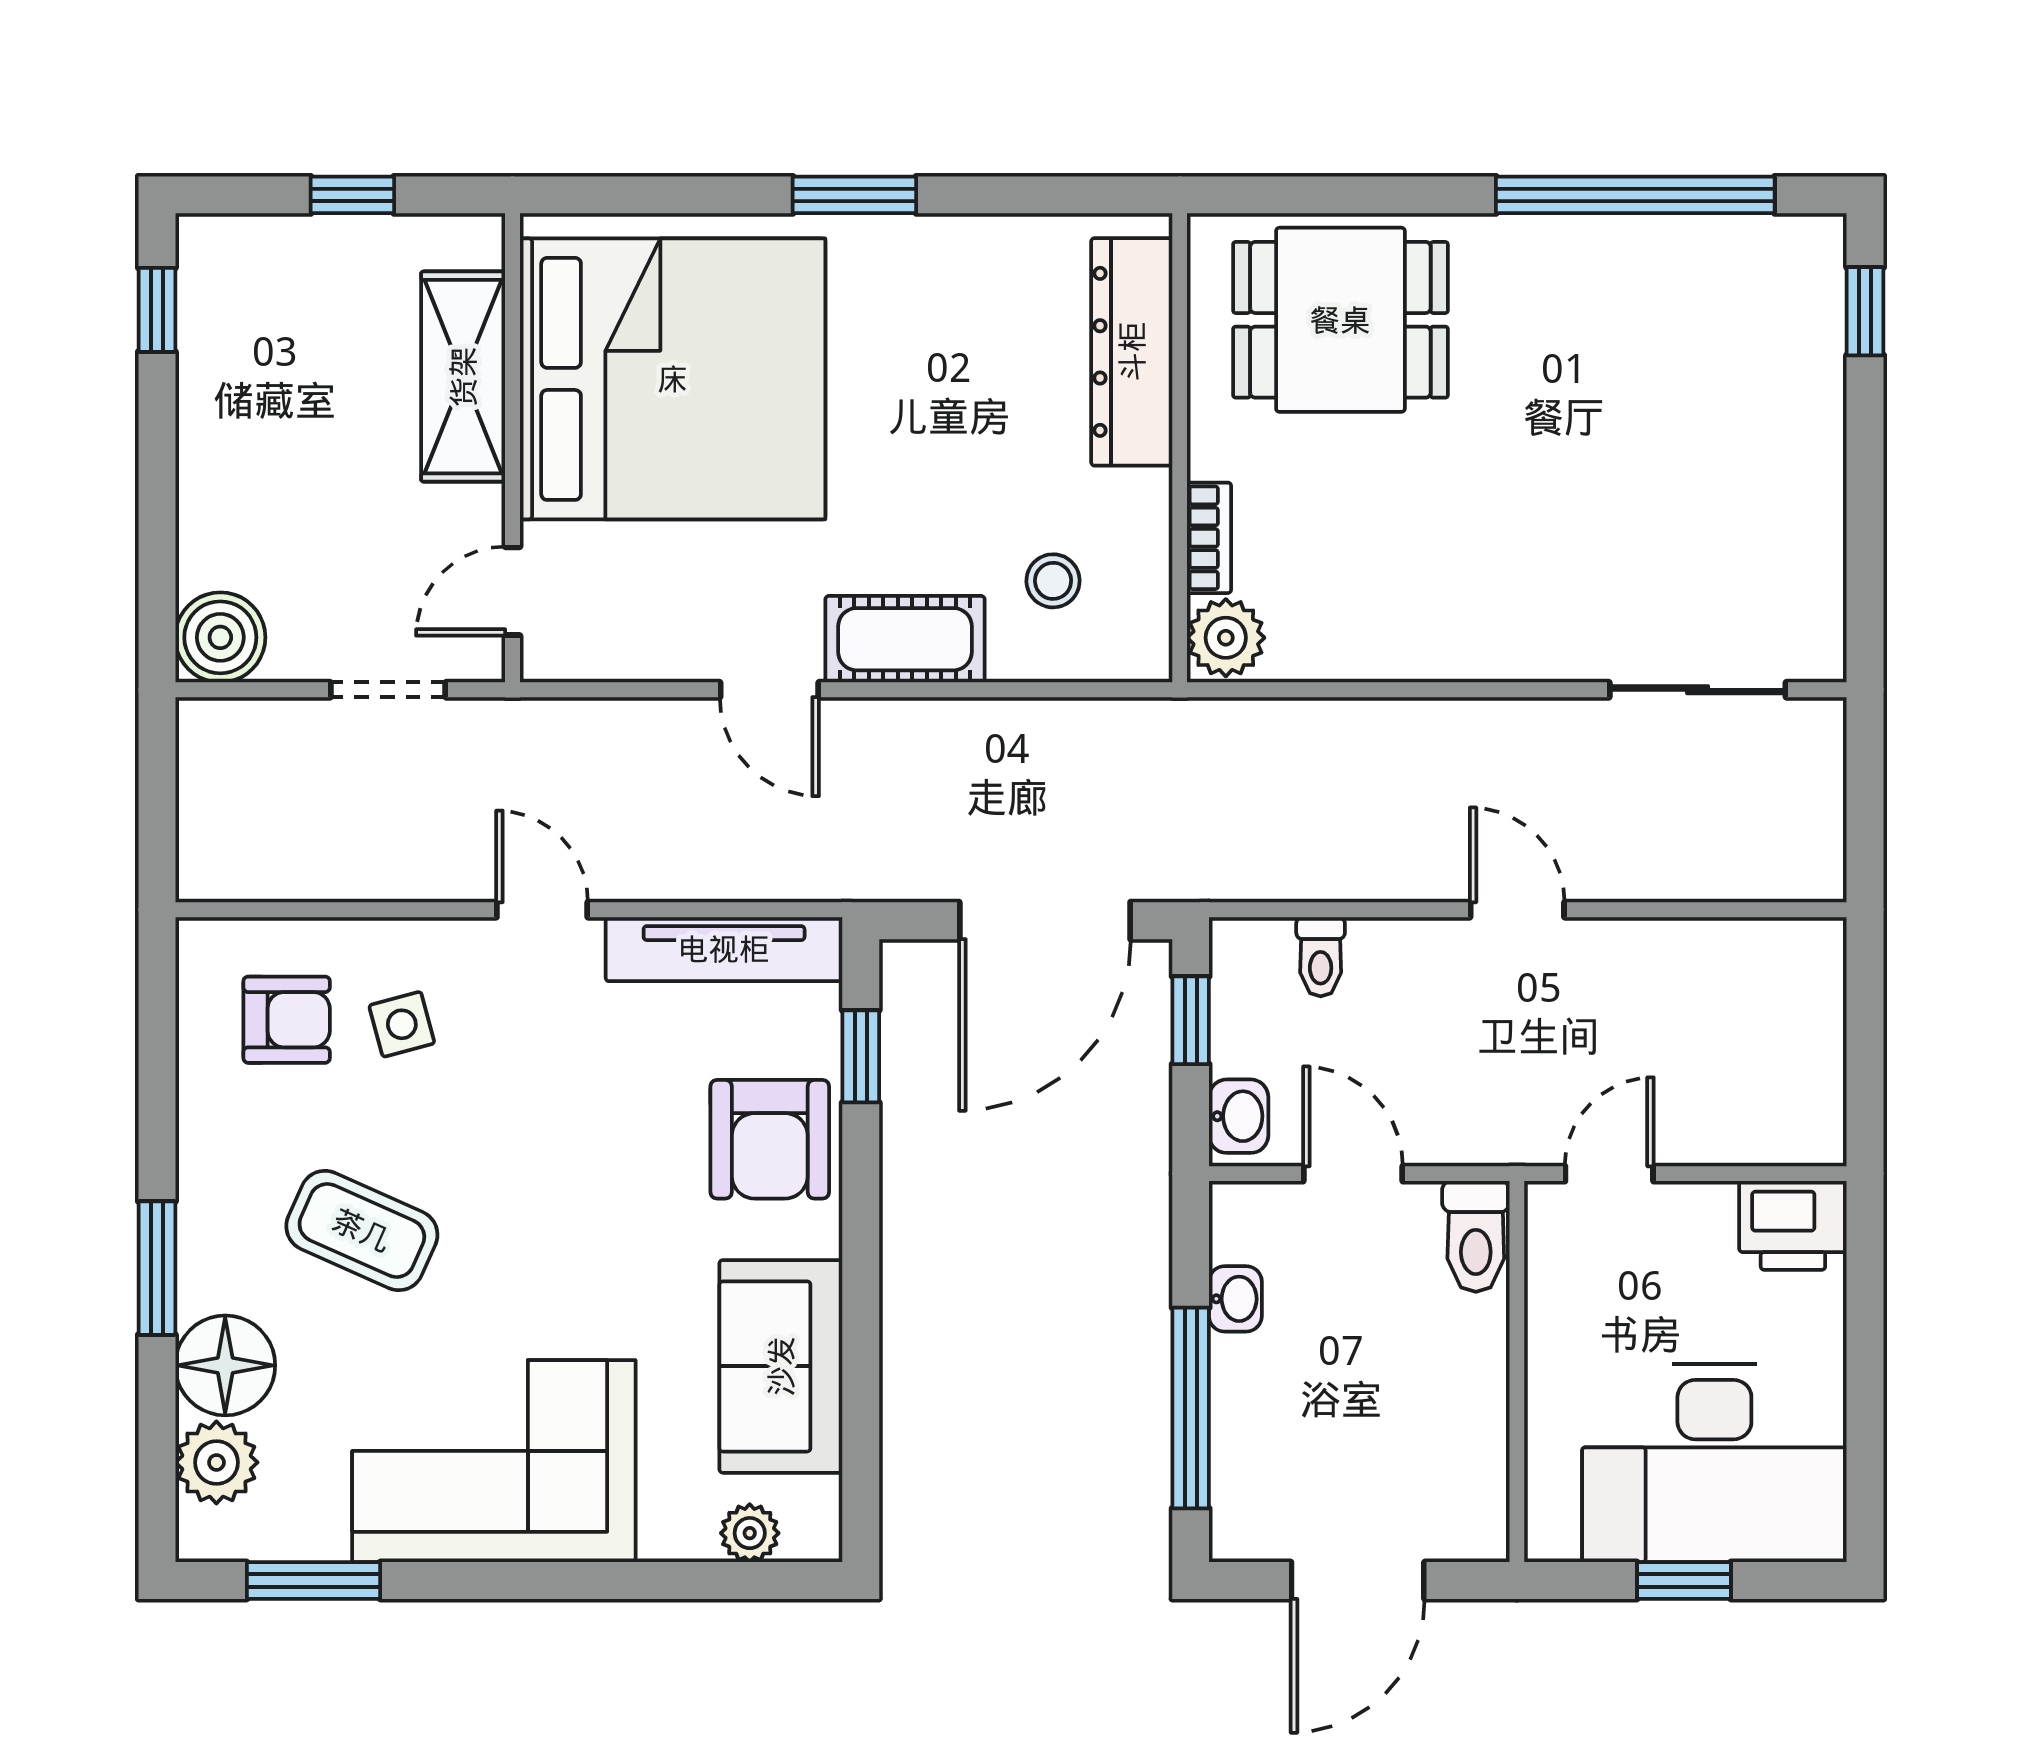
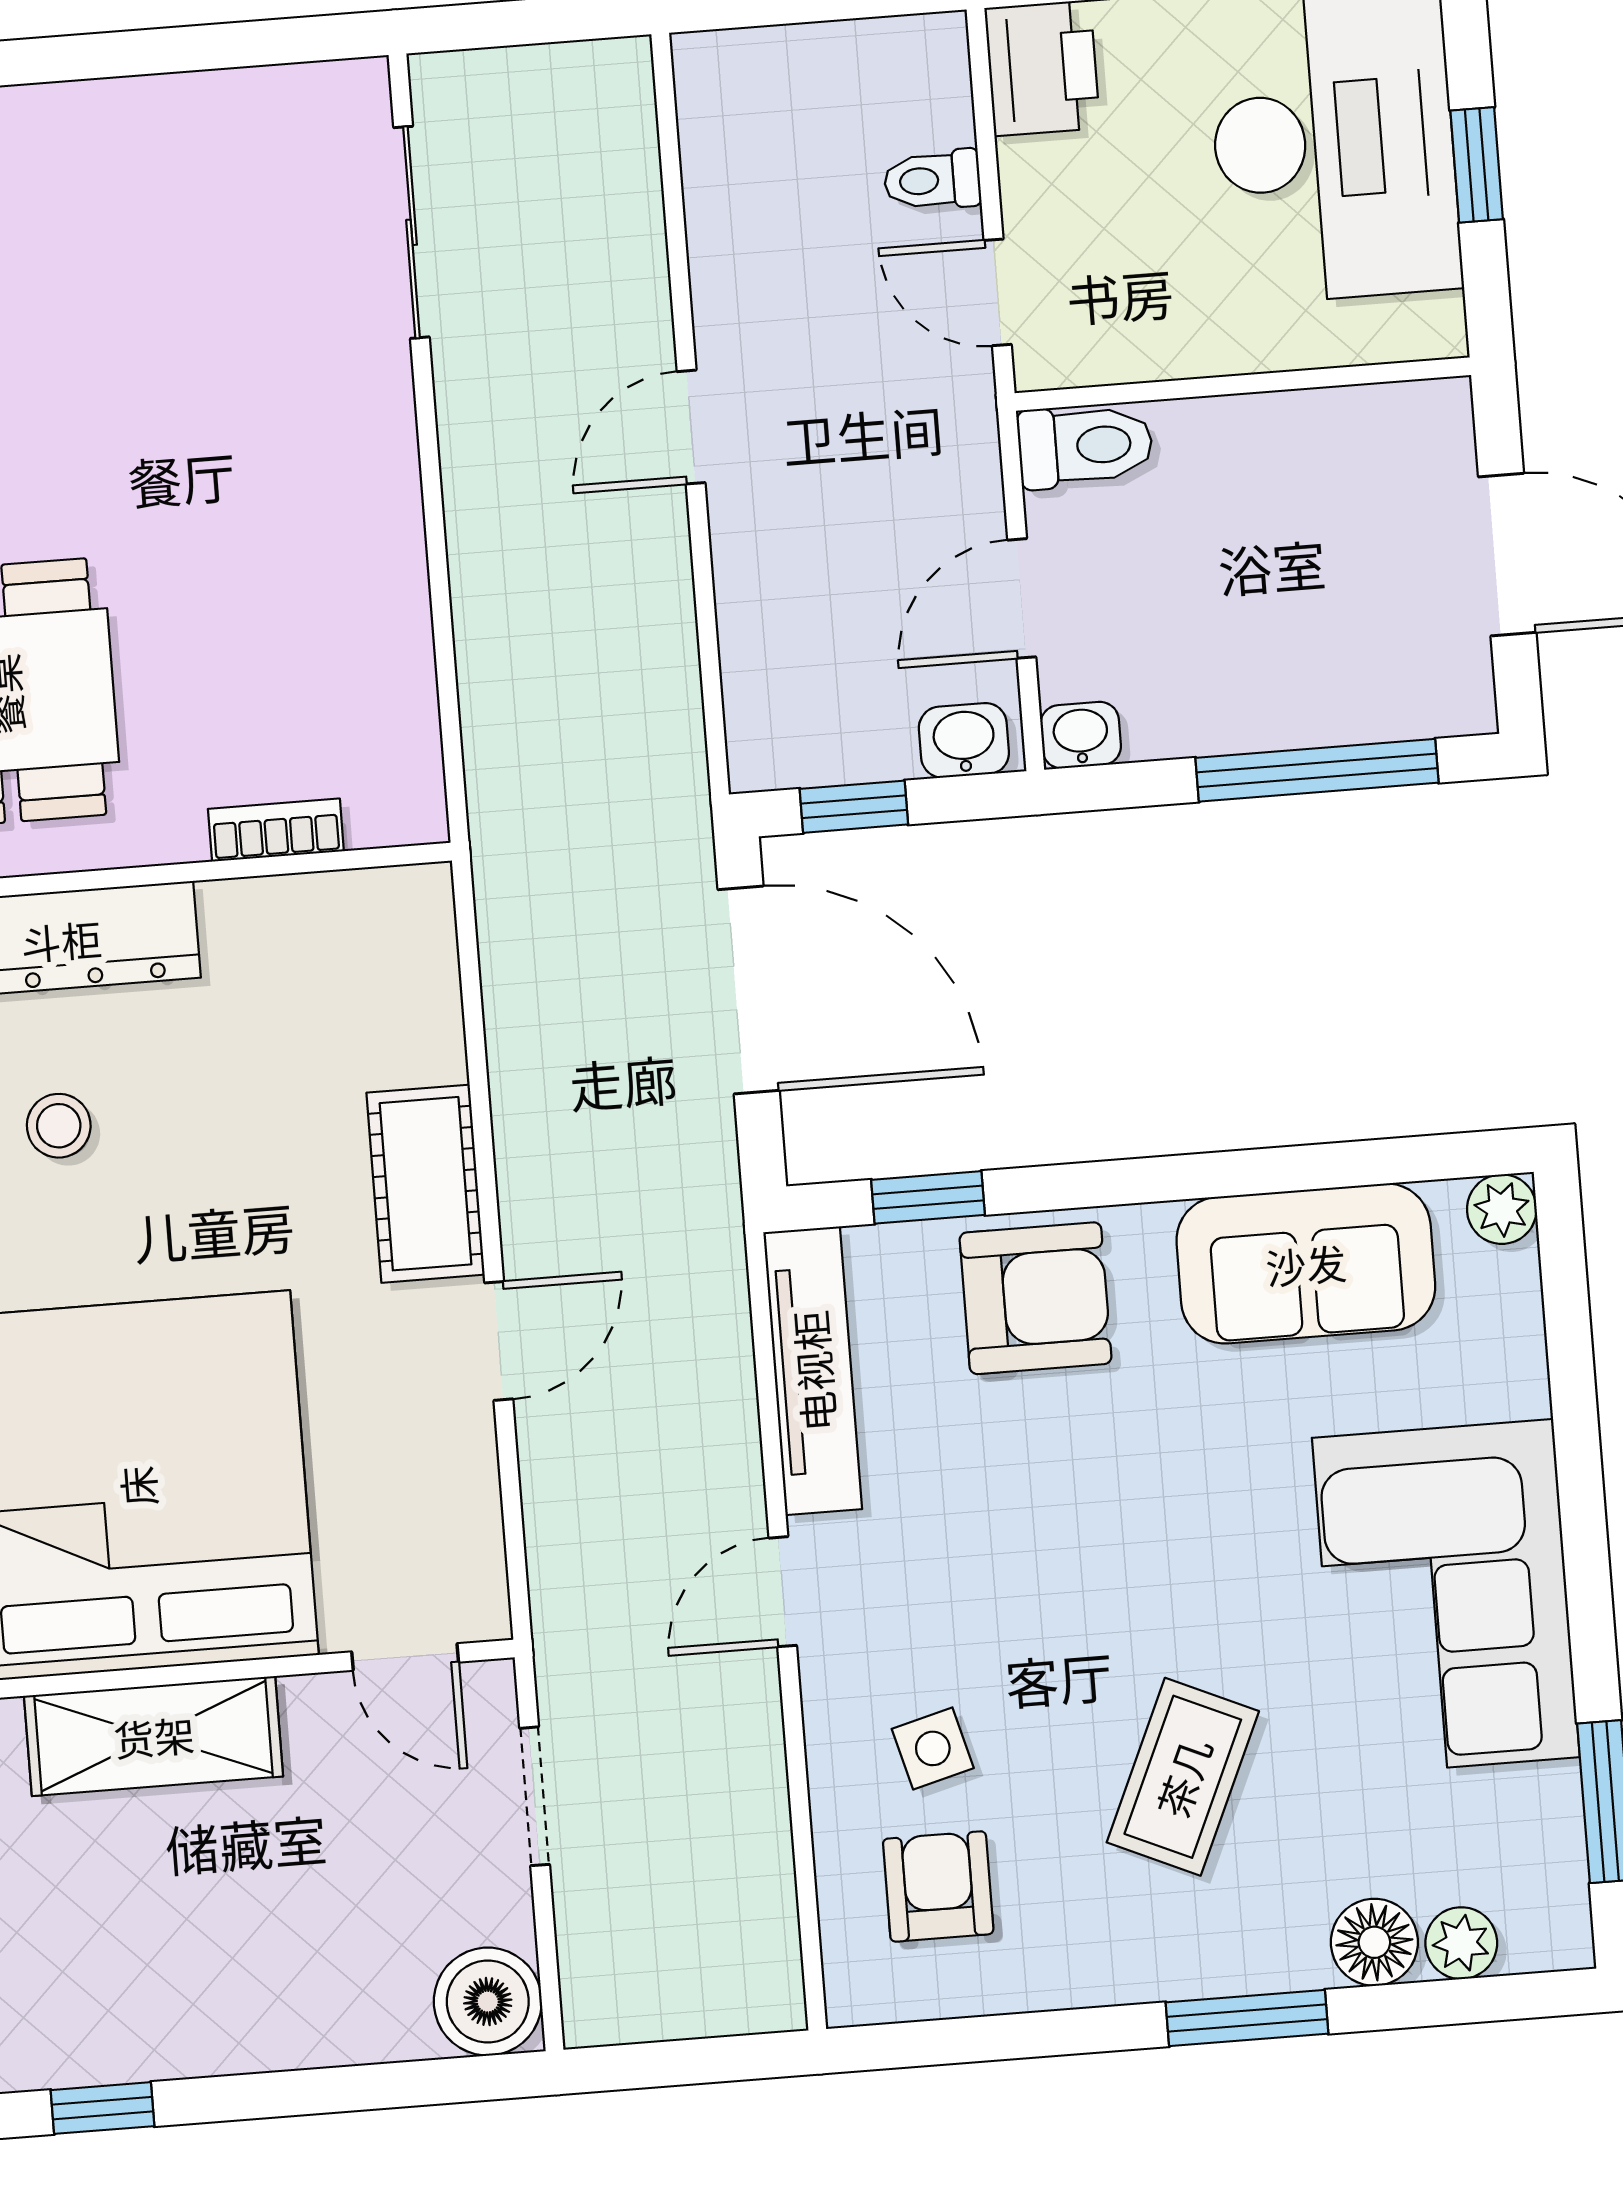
stool: (1053, 581) -> (59, 1126), moved
plant: (1226, 638) -> (394, 801), removed
toilet: (1321, 957) -> (932, 180), moved, turned 180
washbasin: (1235, 1299) -> (1081, 735), moved
floor lamp: (225, 1365) -> (1374, 1942), width x0.73, depth x0.73
plant: (216, 1462) -> (1461, 1943), width x0.73, depth x0.73
plant: (750, 1533) -> (1502, 1209), moved

